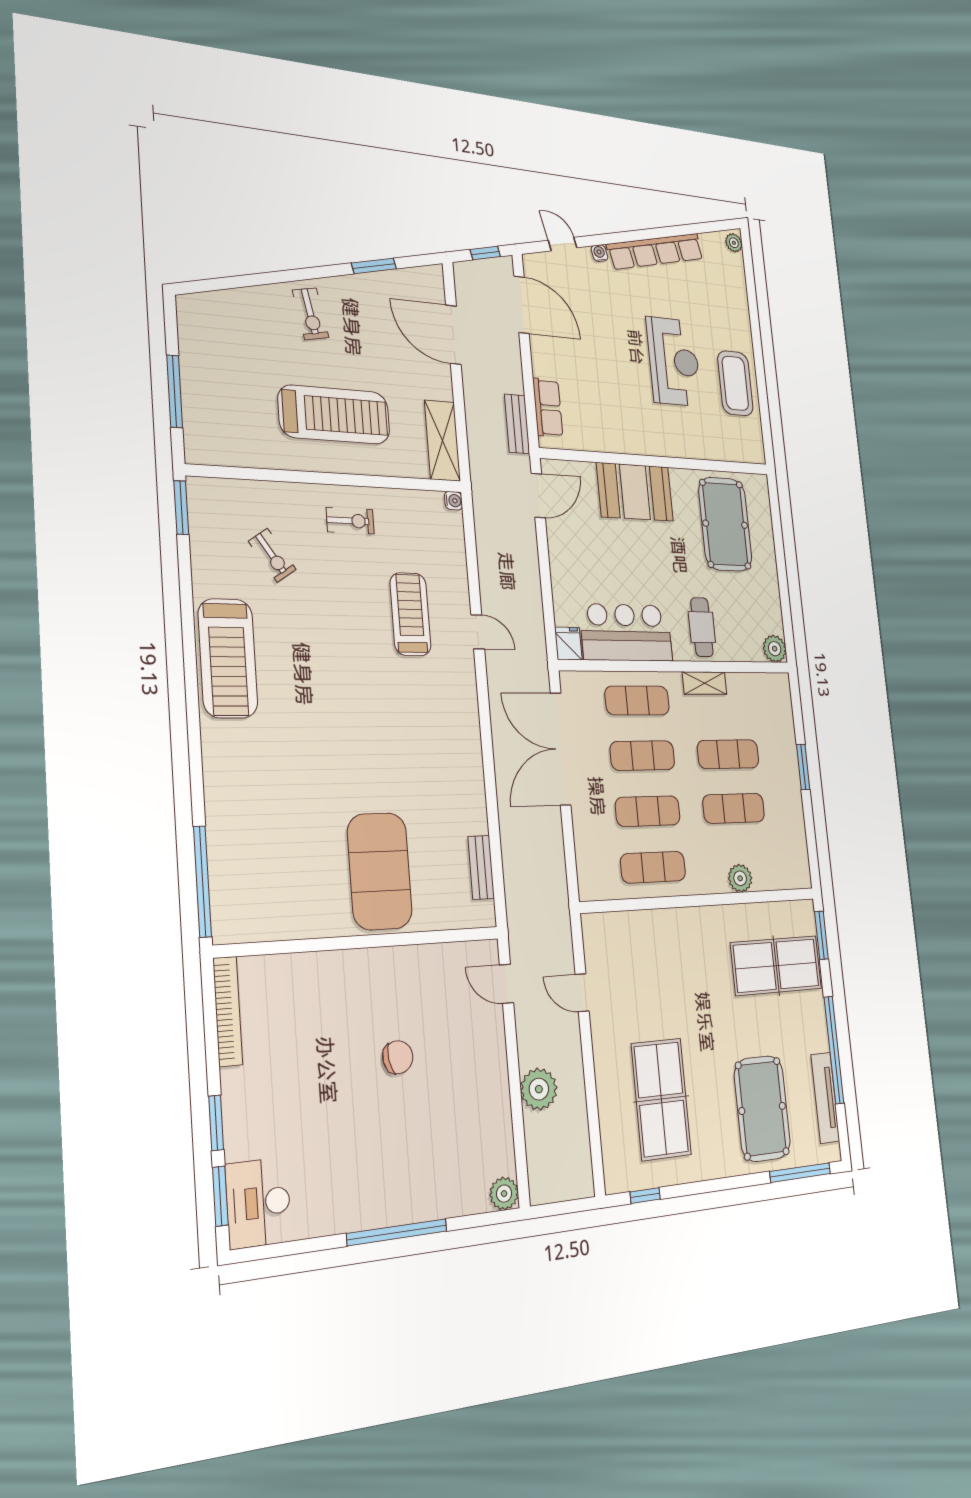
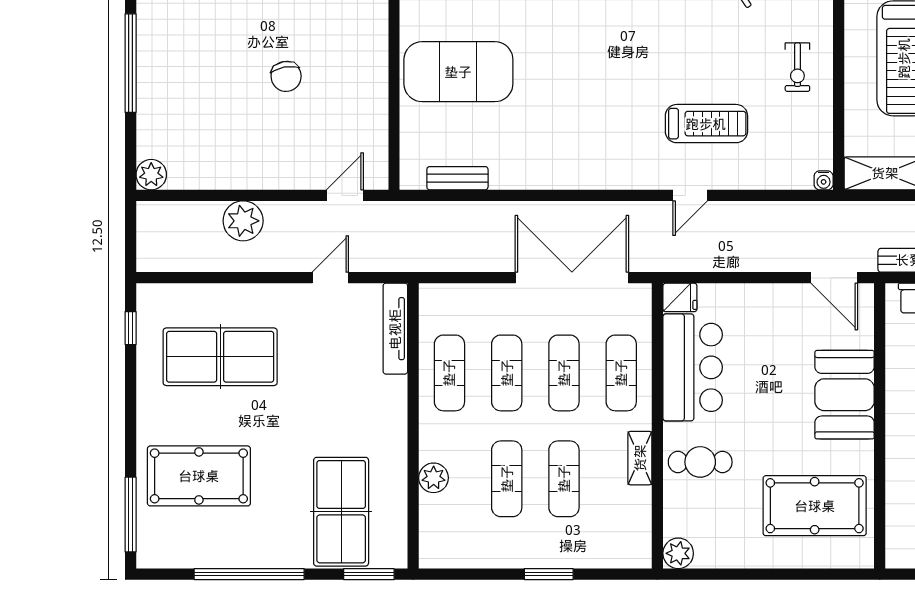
tv unit: (825, 1098) -> (395, 329), moved, turned -90

